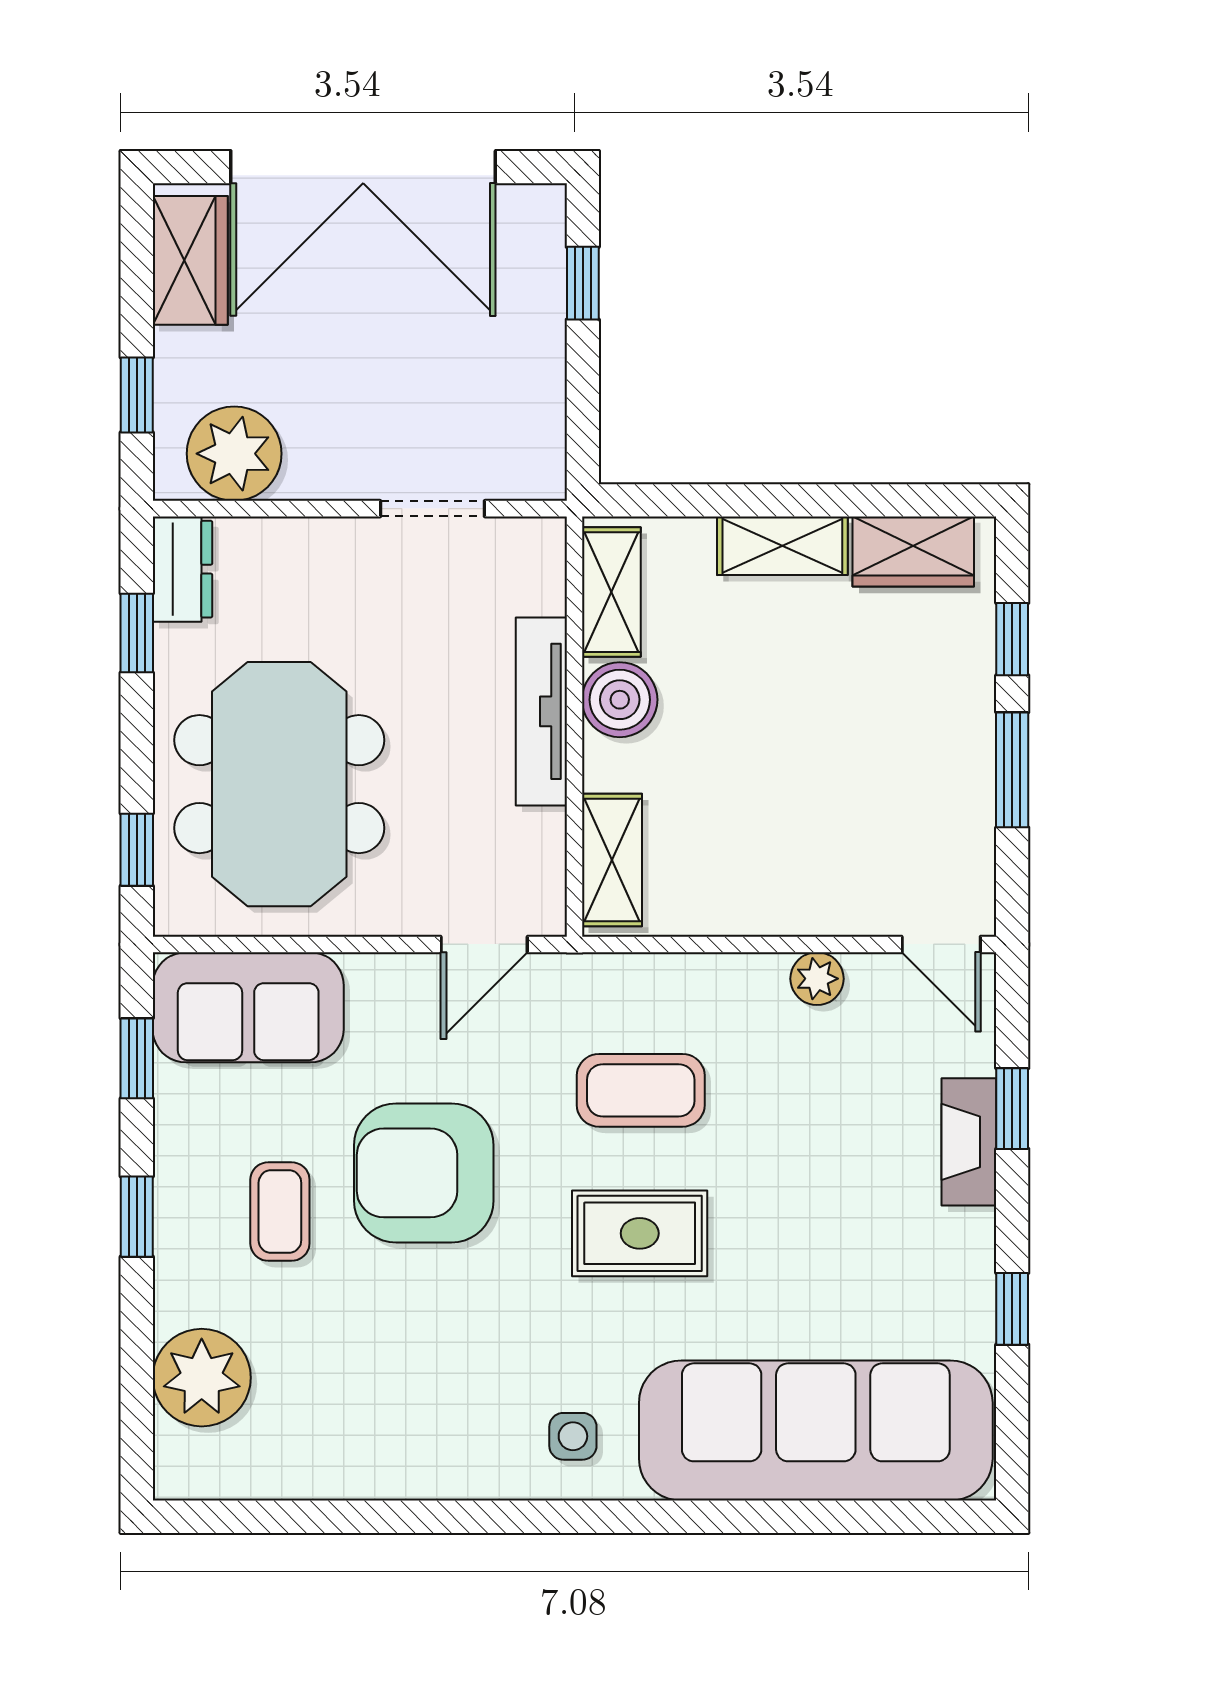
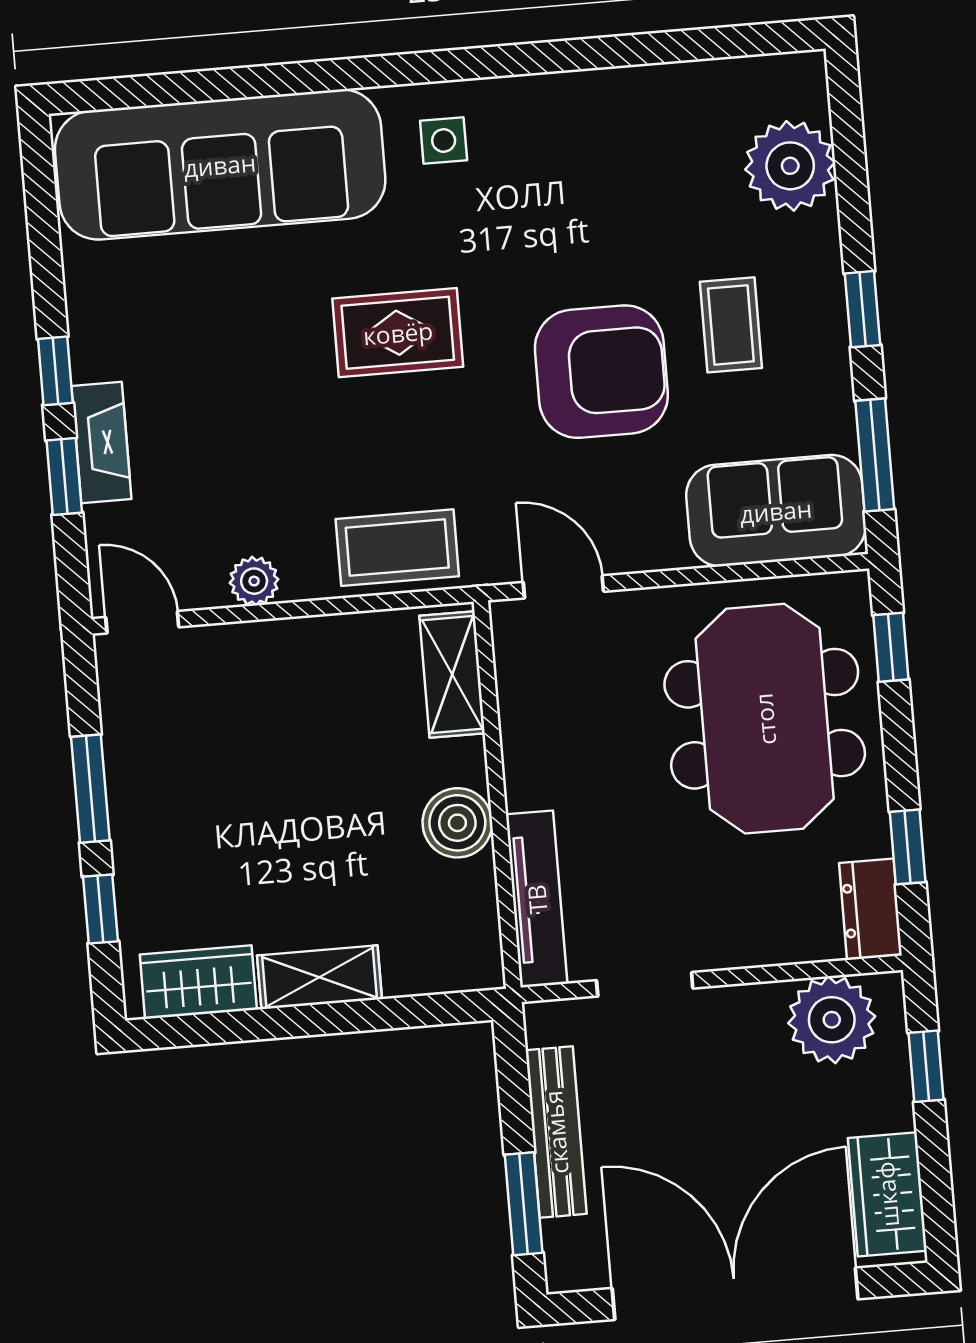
window: (583, 283) -> (524, 1204), width x1.50
bench: (541, 358) -> (556, 1132), added
shelving: (611, 592) -> (473, 921), removed
tv unit: (541, 711) -> (537, 899), moved
door: (484, 944) -> (563, 587), hinge flipped
window: (137, 1058) -> (875, 455), width x1.50
coffee table: (641, 1090) -> (397, 548), moved
window: (1012, 1309) -> (55, 371), moved

